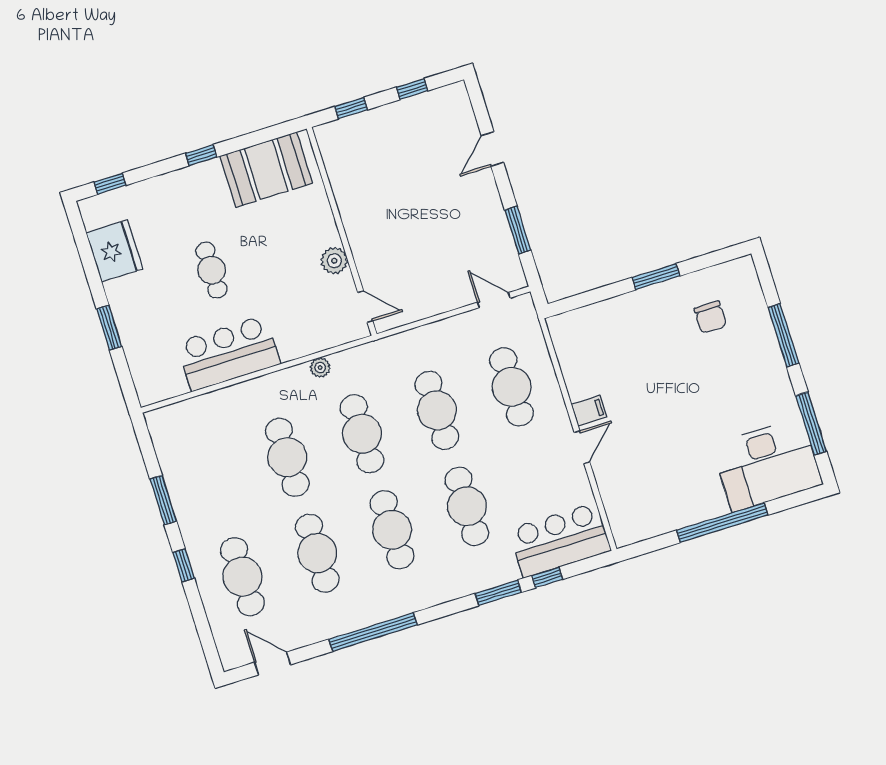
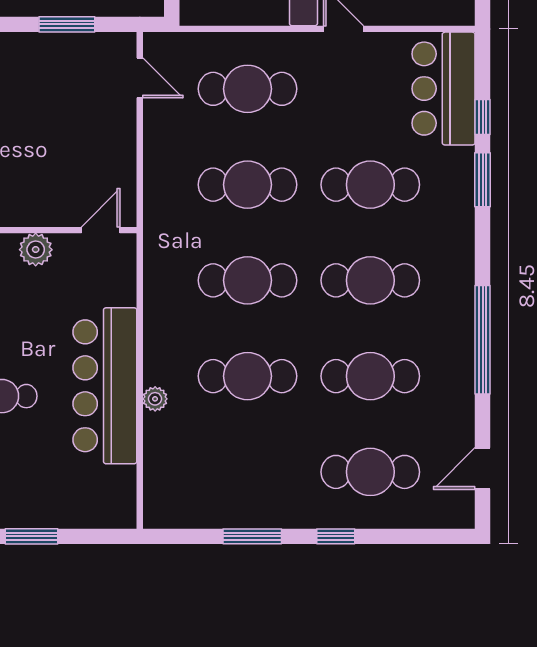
door: (494, 300) -> (140, 78), swing flipped
bar counter: (228, 353) -> (105, 386), width x1.36
plant: (320, 368) -> (155, 399), moved

